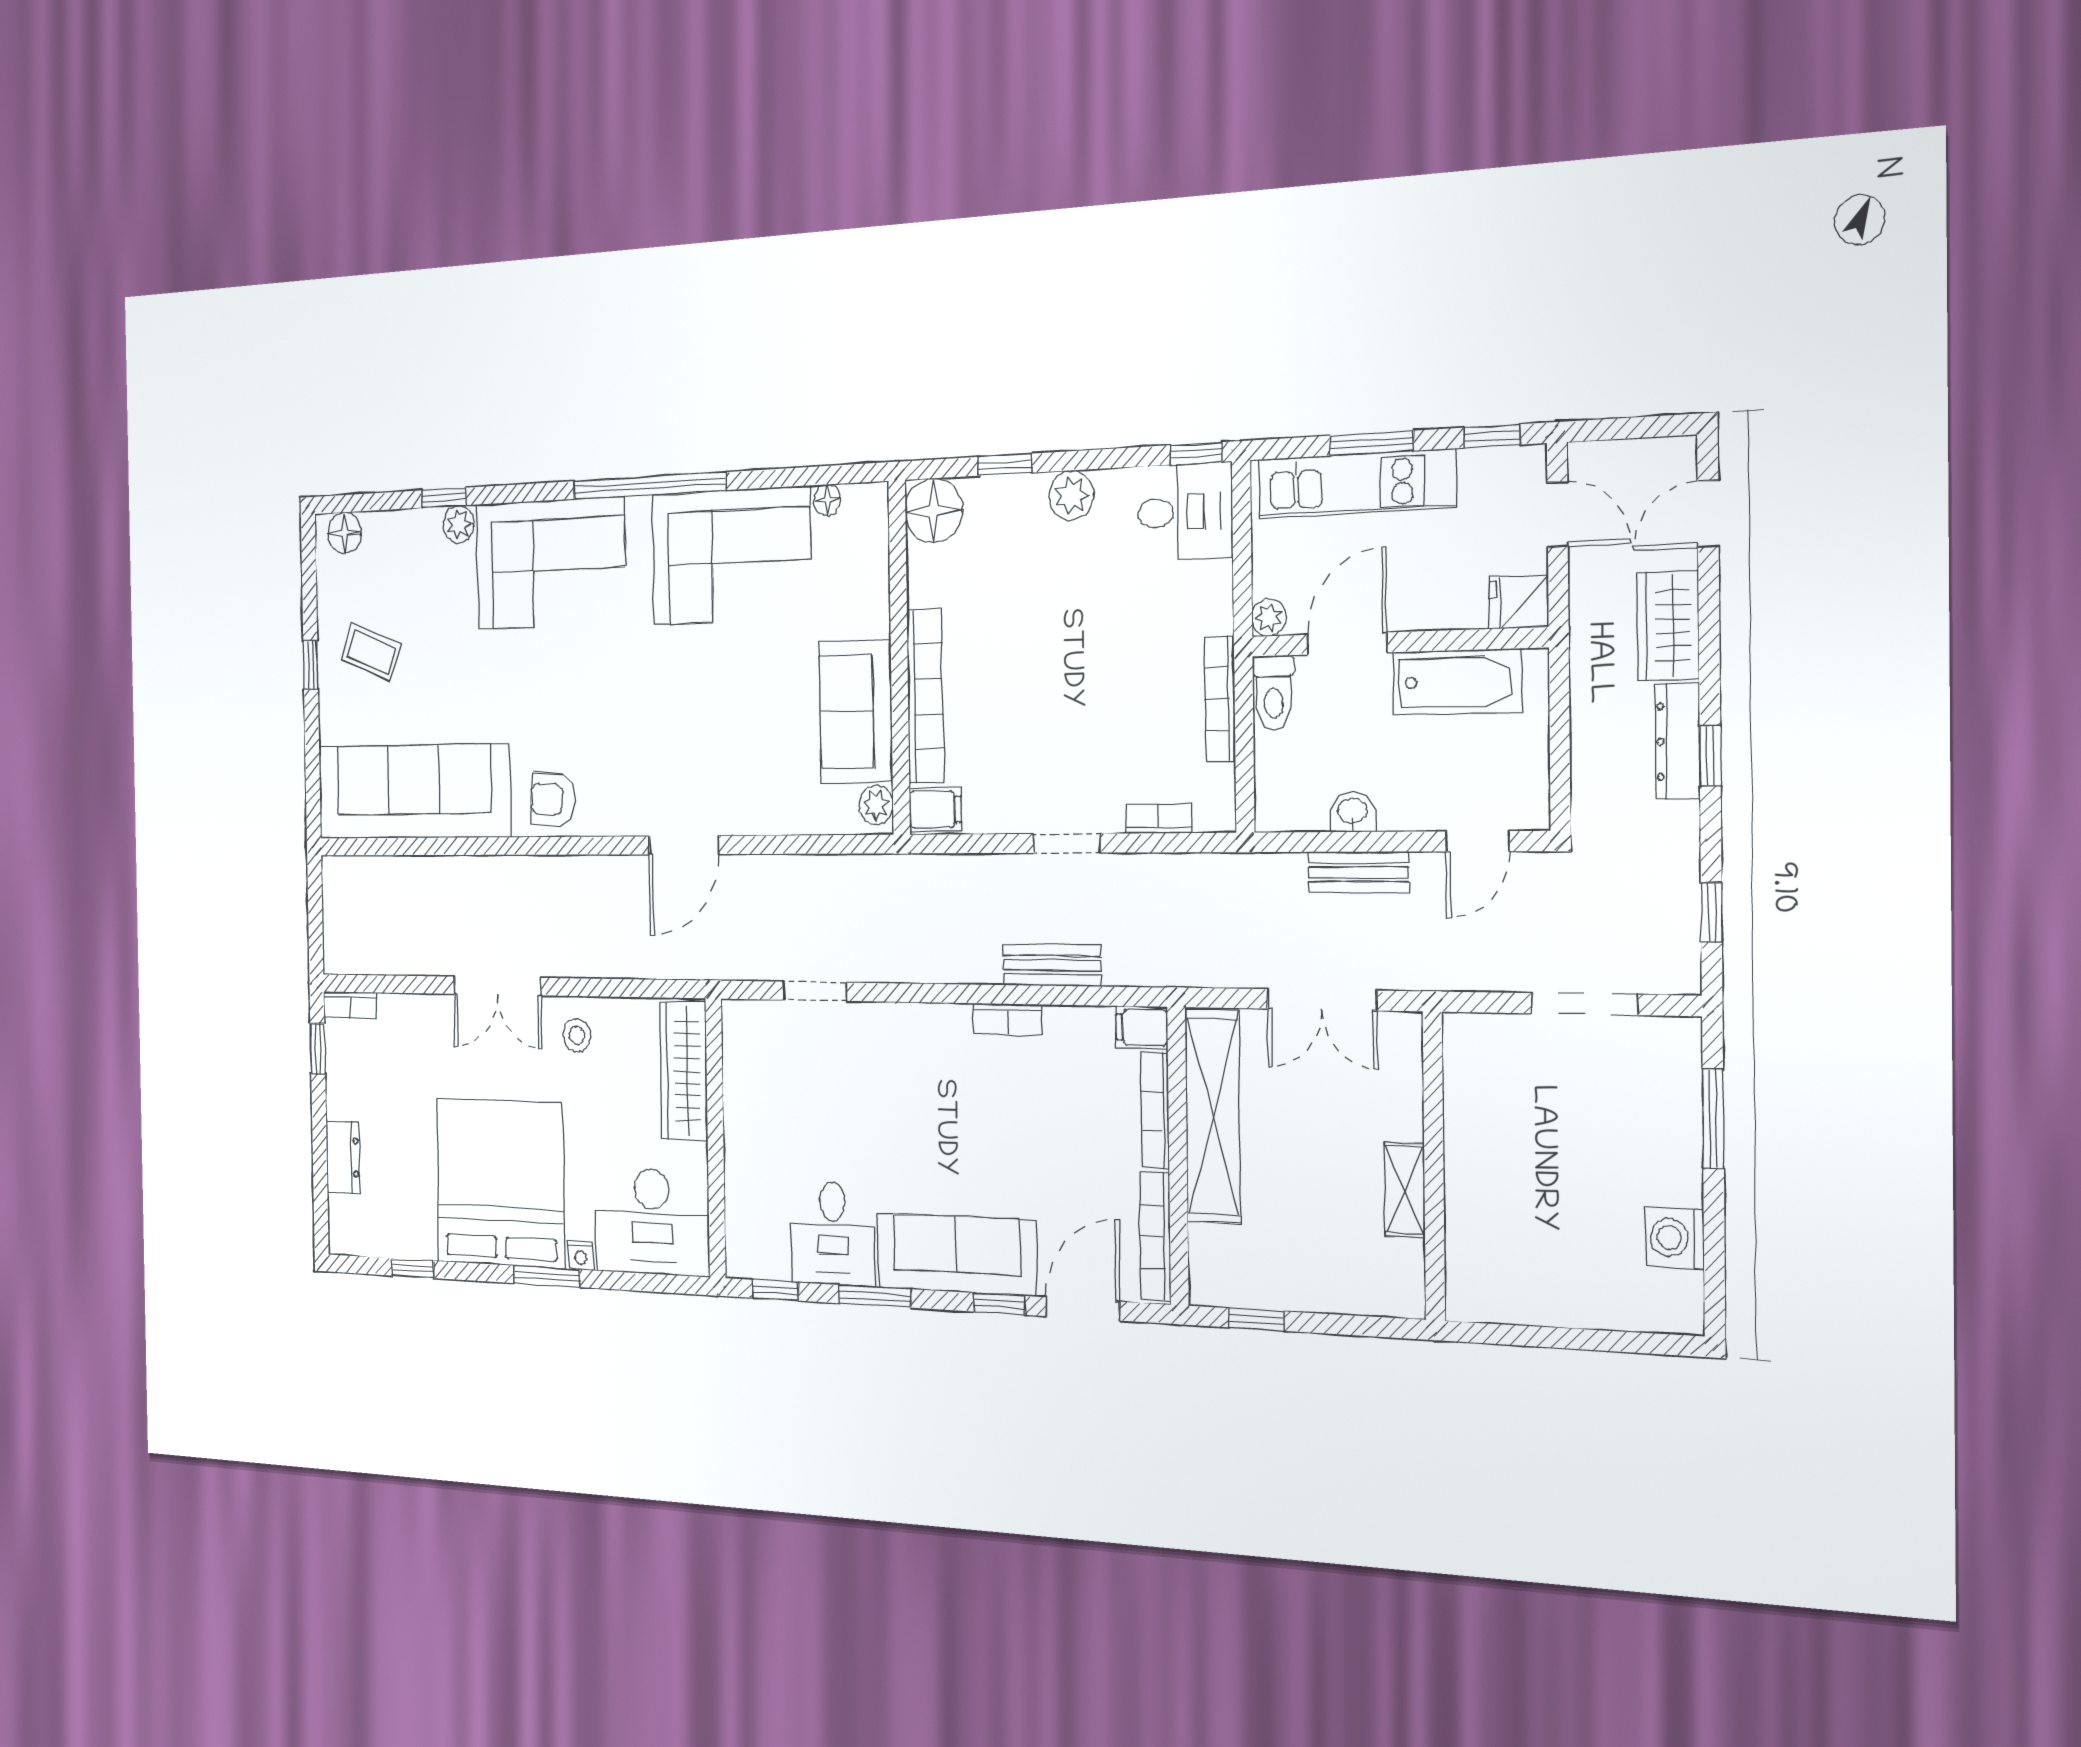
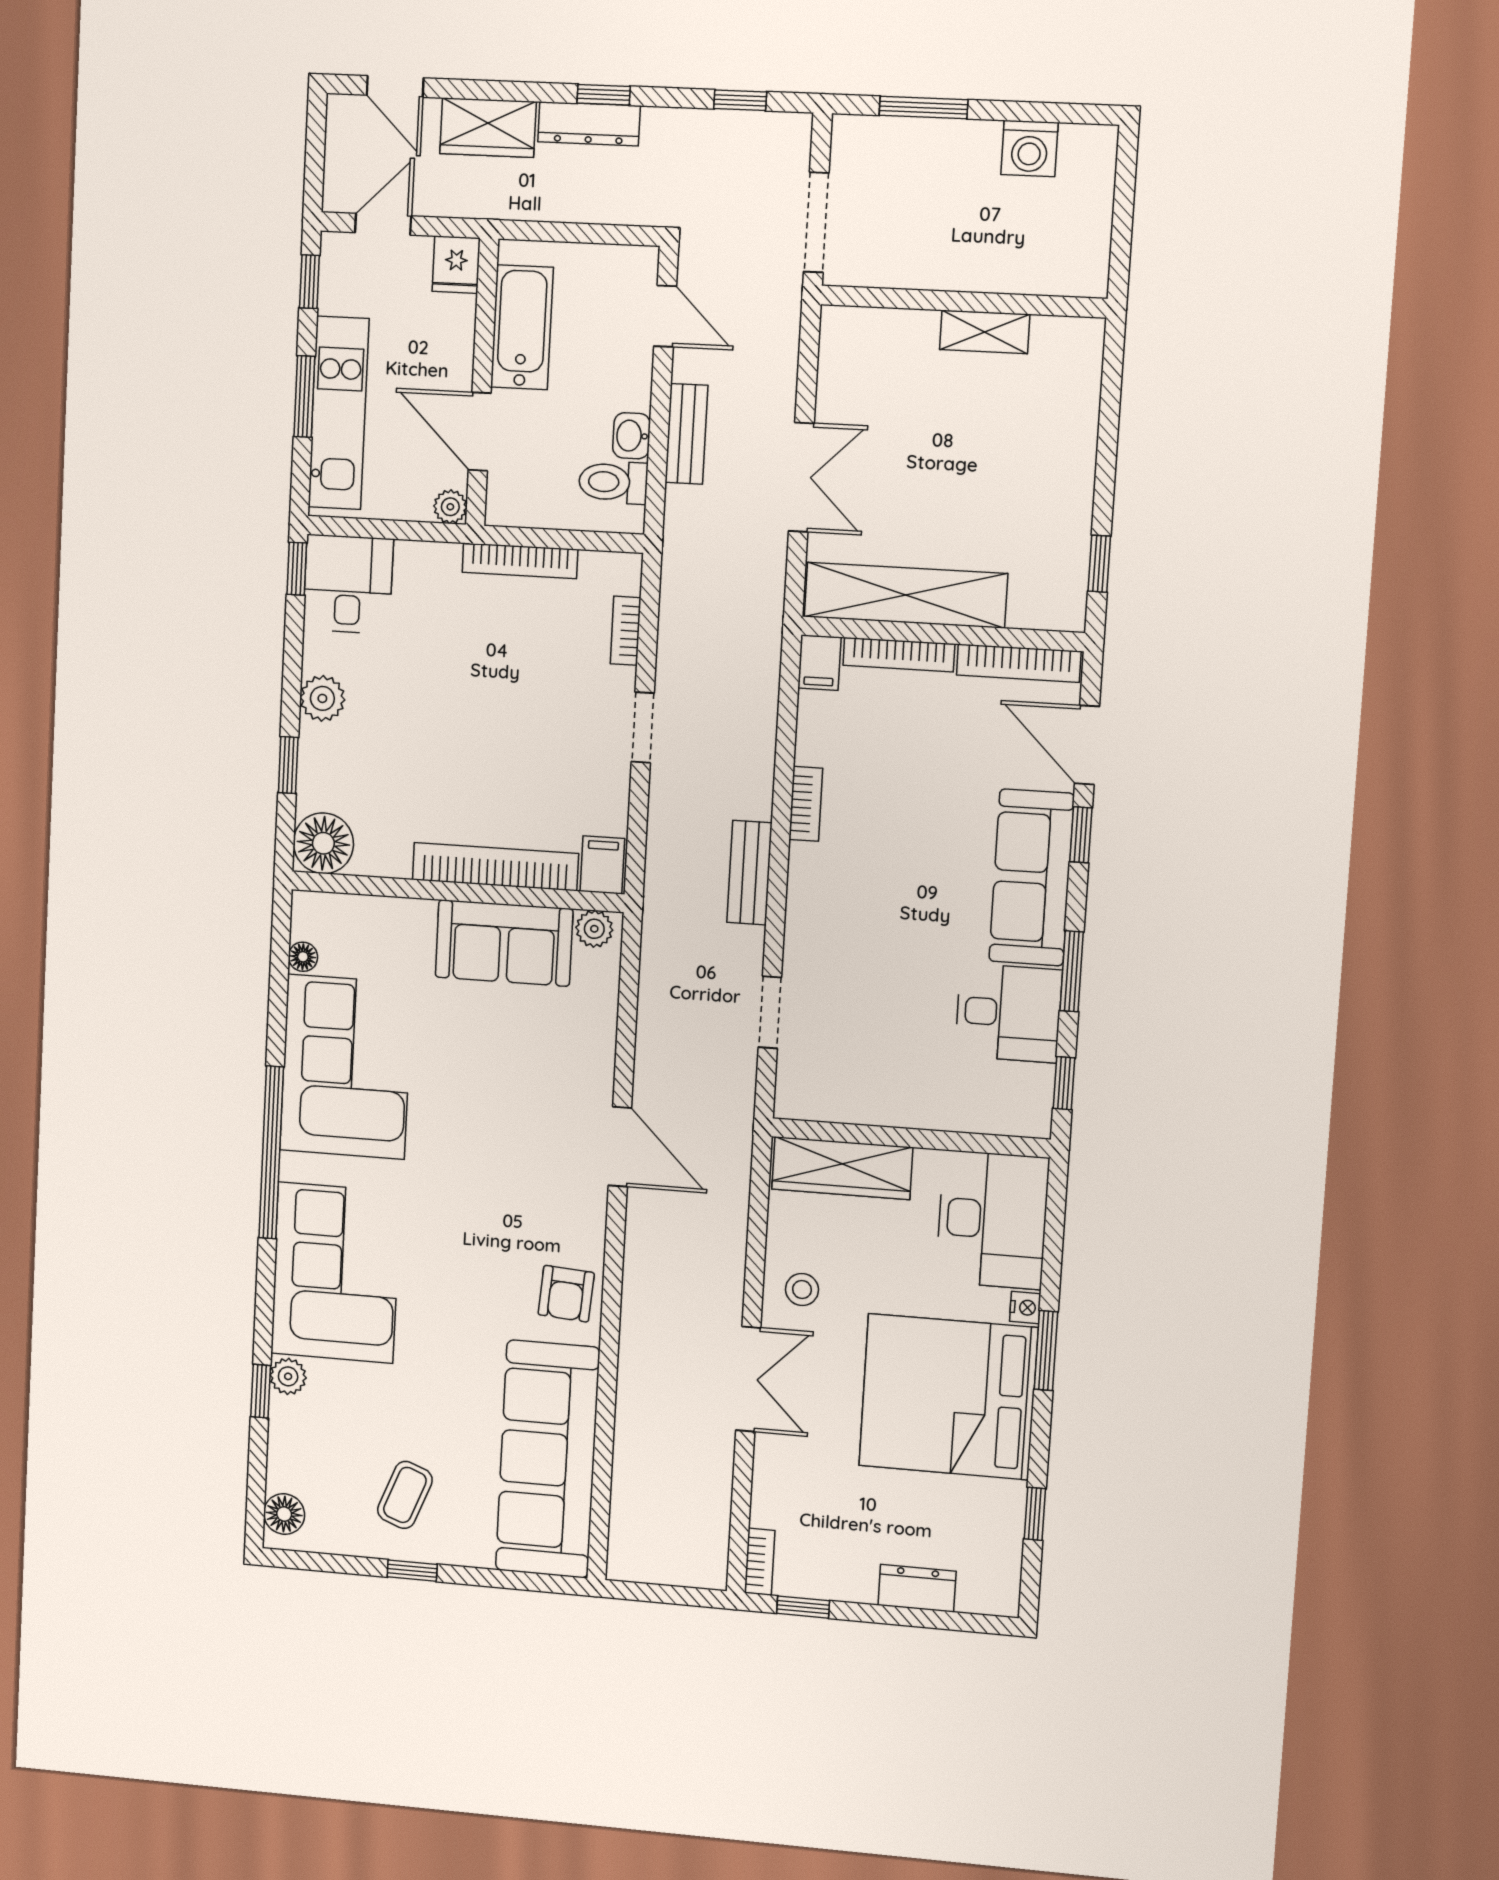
toilet: (1274, 693) -> (613, 482), moved, turned 180
bench: (1052, 965) -> (749, 873), moved
wall: (1434, 1166) -> (963, 302), moved
shelving: (1405, 1190) -> (985, 332), moved

